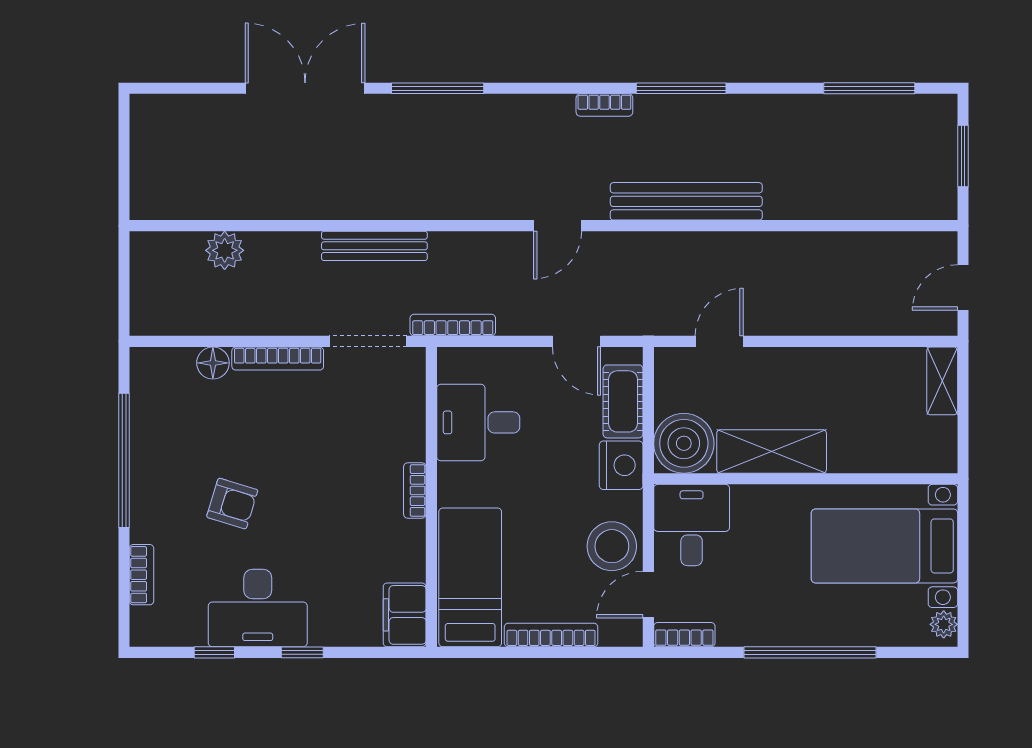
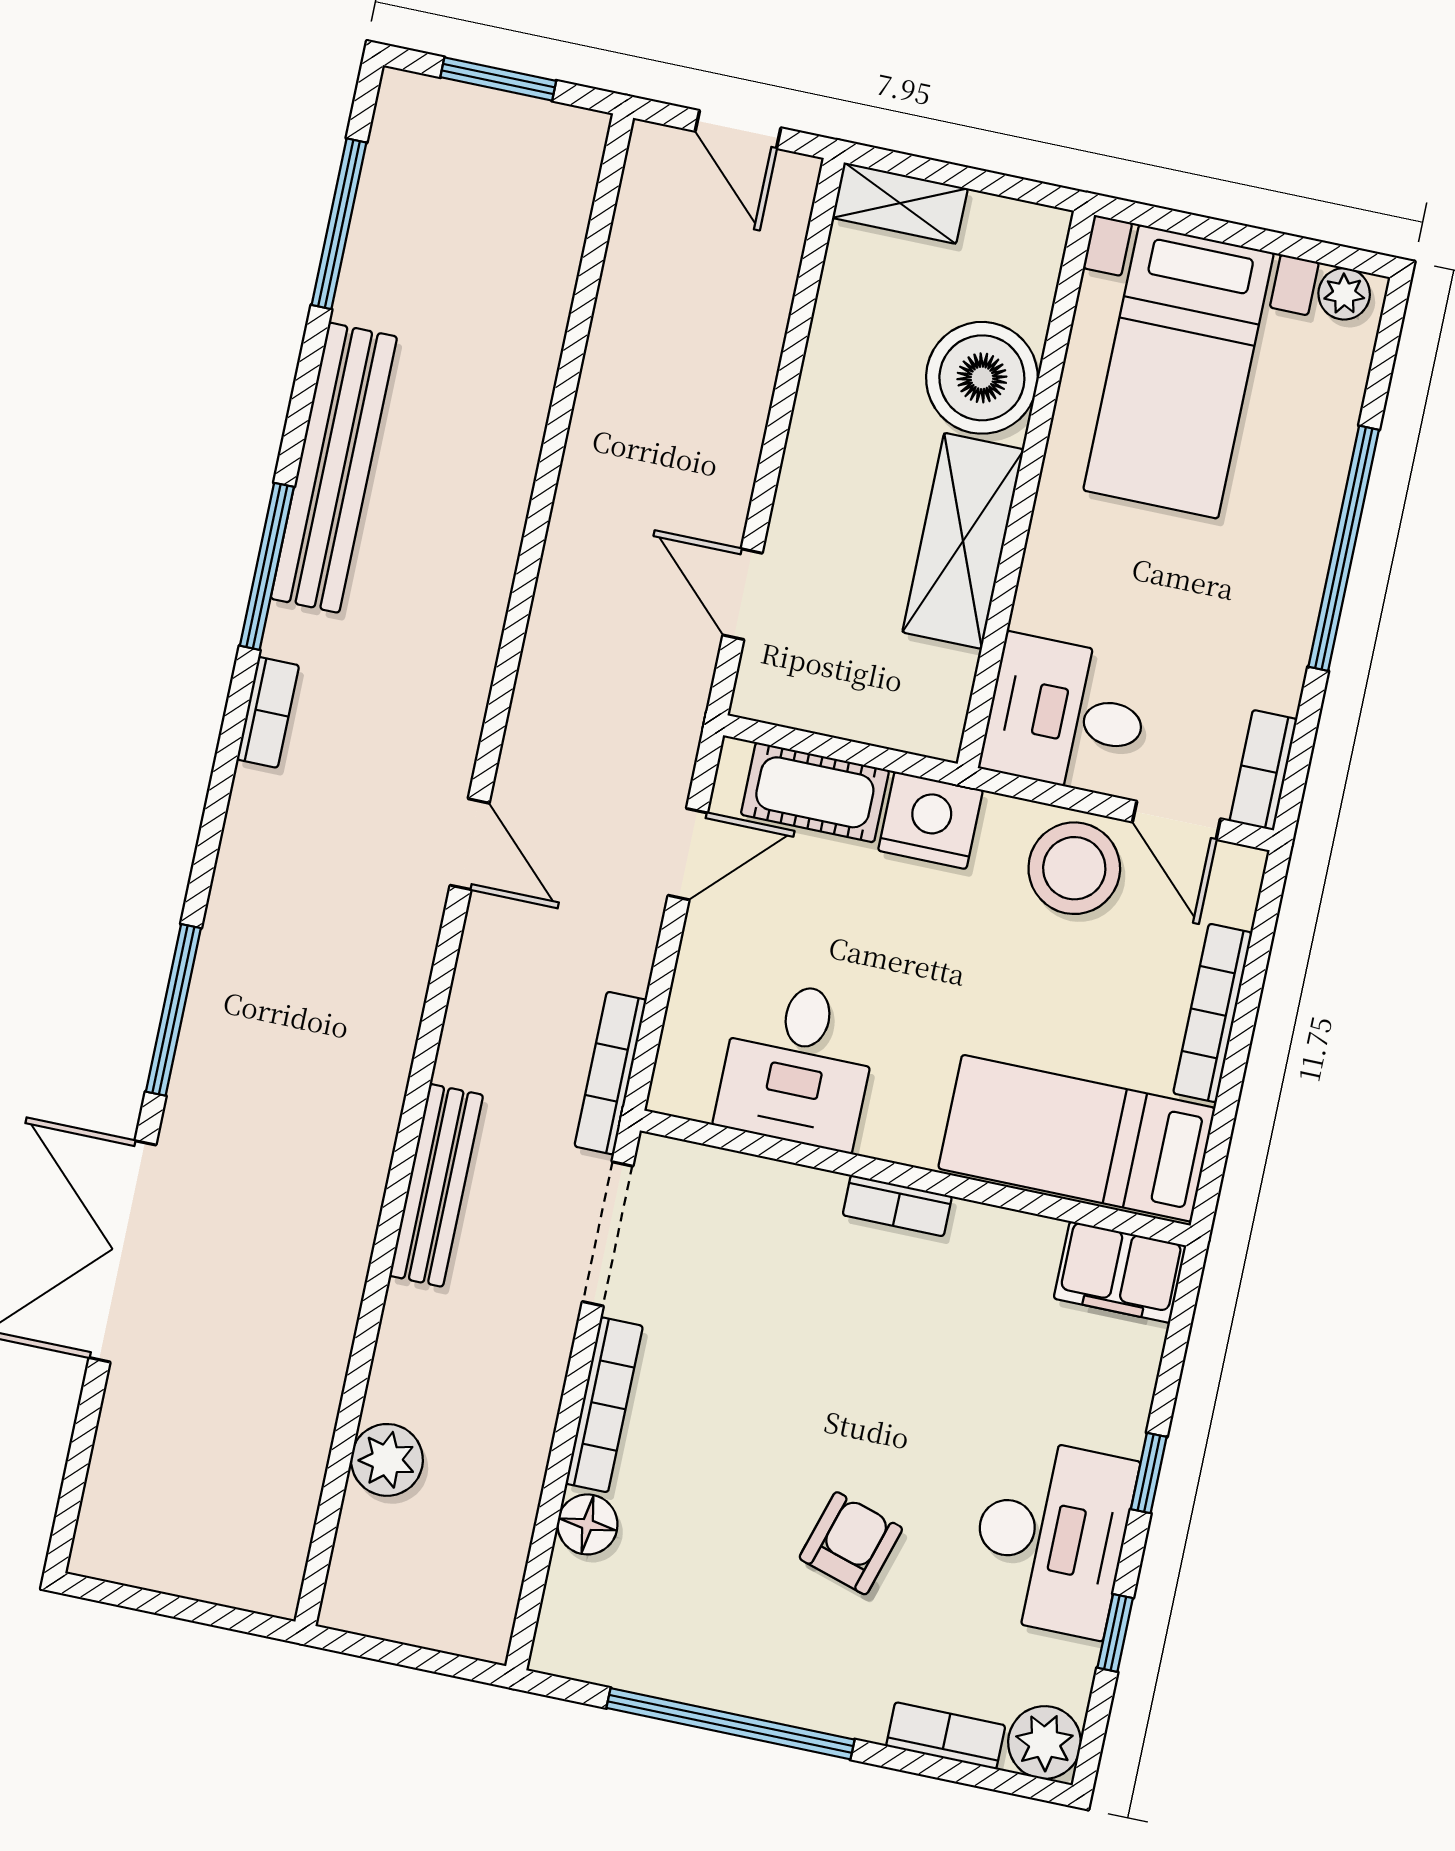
bench: (686, 201) -> (334, 468), moved
boiler: (684, 443) -> (982, 378), moved
plant: (149, 627) -> (1045, 1742), added

